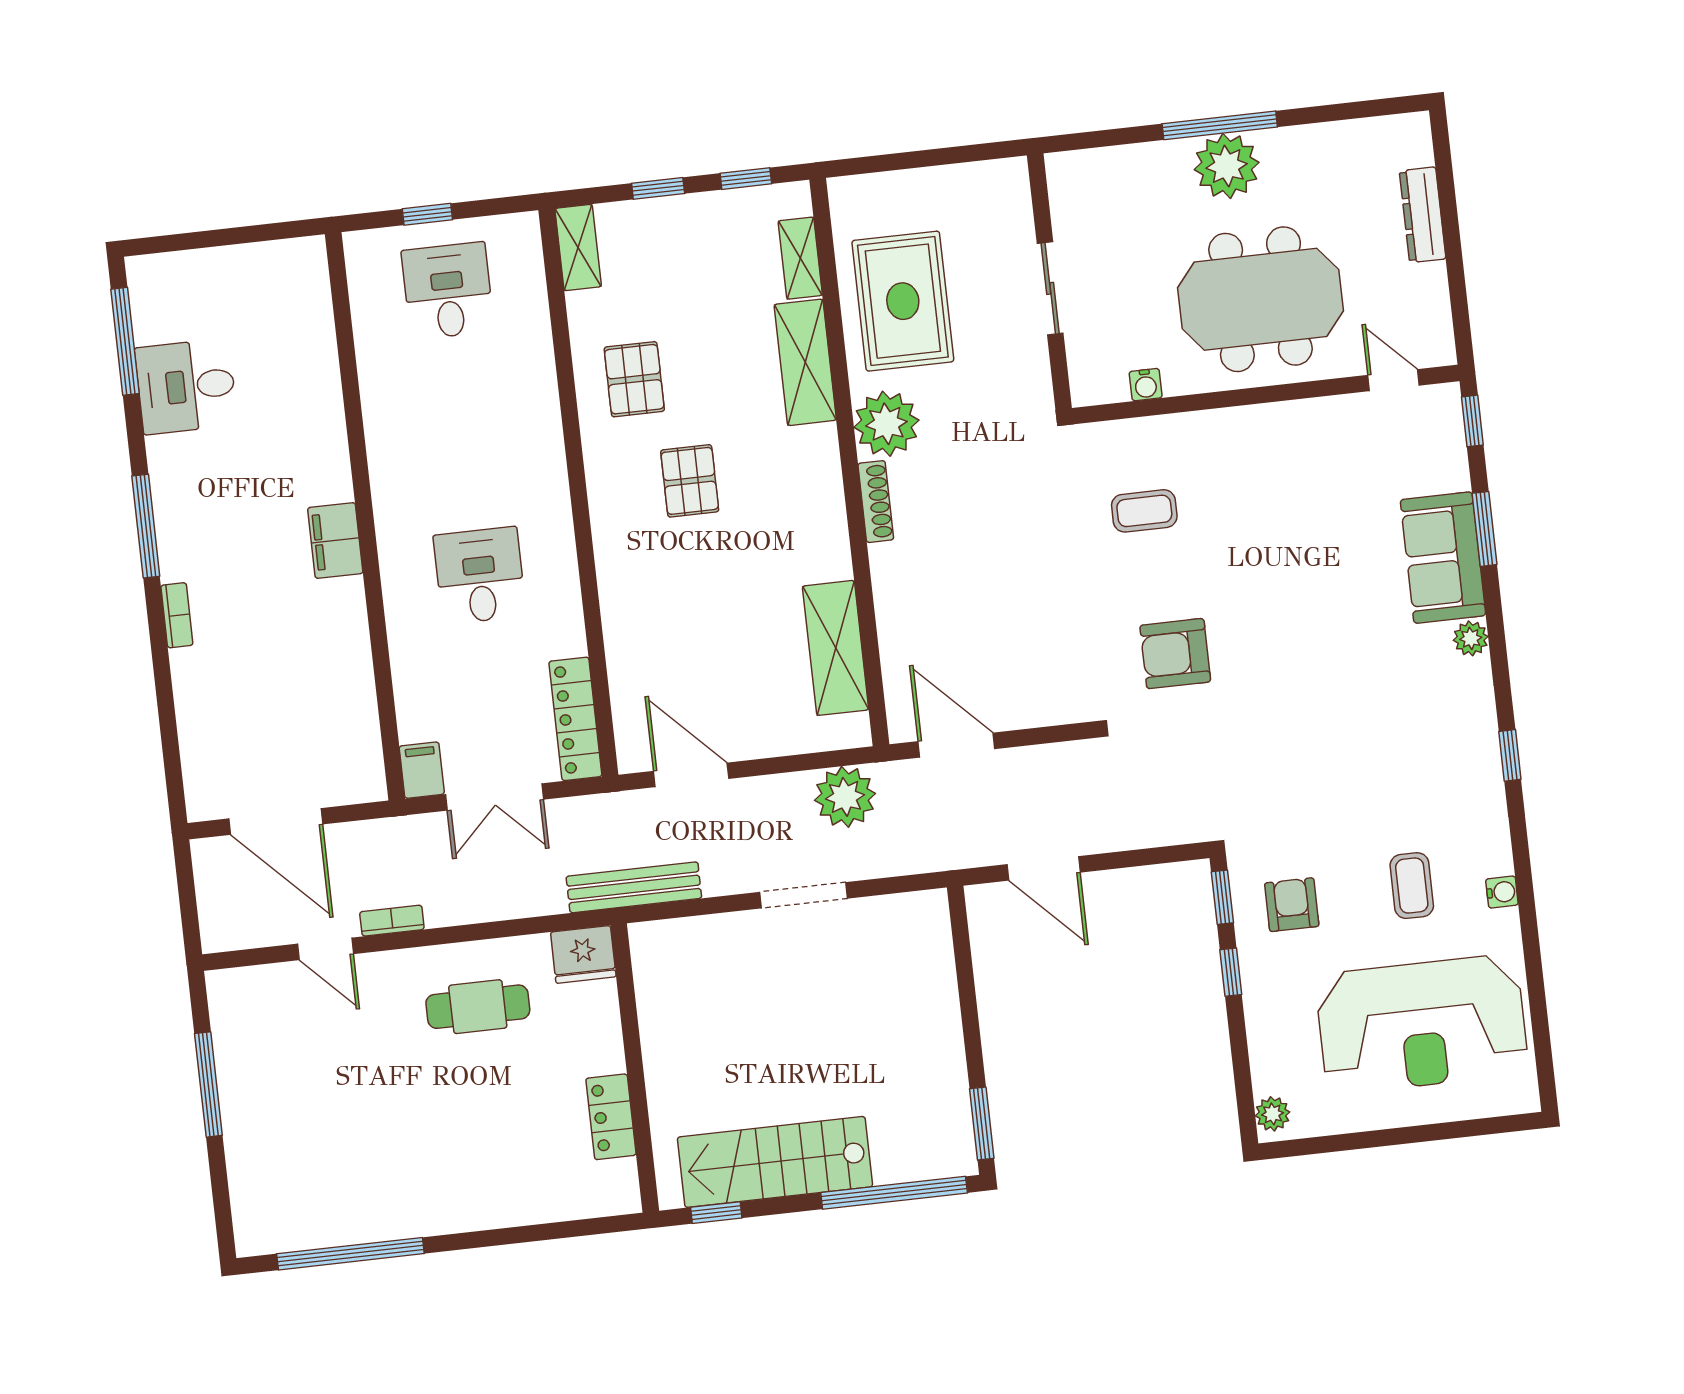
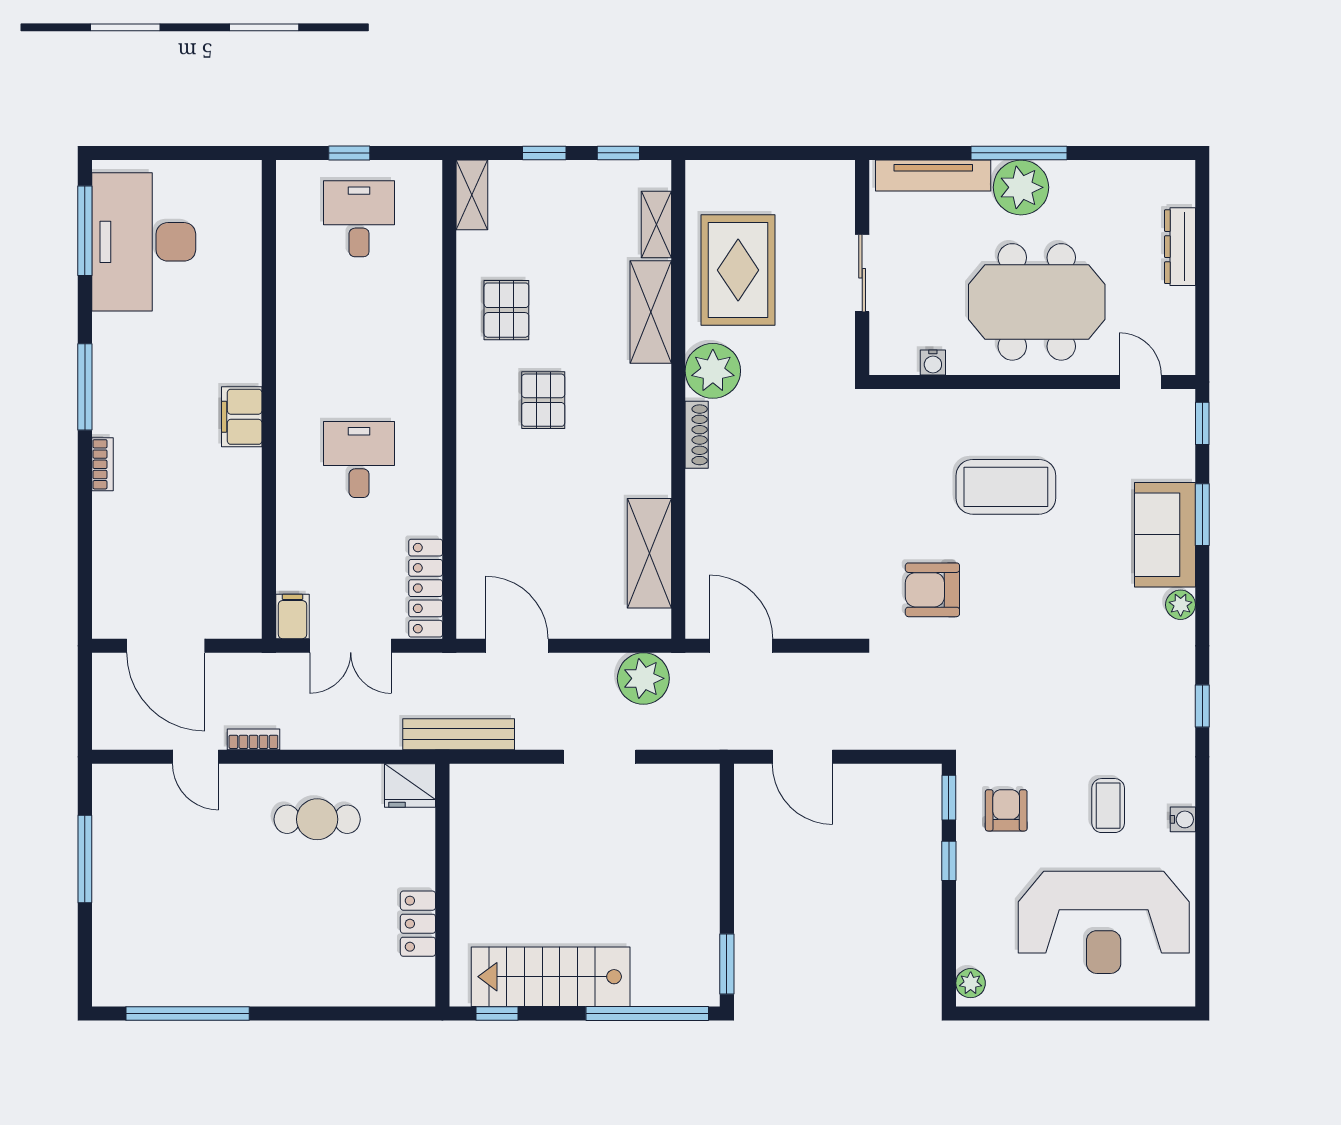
tv unit: (1121, 163) -> (933, 176), added
desk: (186, 386) -> (144, 242), width x1.87, depth x1.30
coffee table: (1144, 511) -> (1006, 487), moved, width x1.86, depth x1.72

